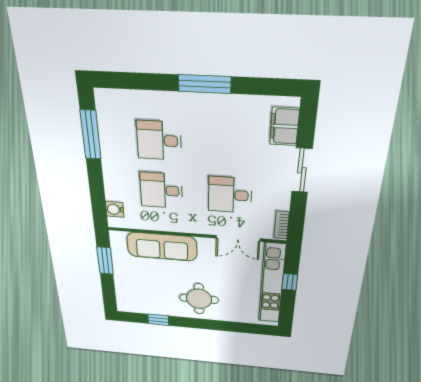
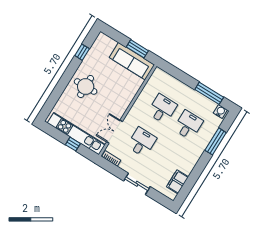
window: (205, 84) -> (216, 141), moved
filing cabinet: (284, 126) -> (177, 182), moved, turned -90
water cooler: (115, 209) -> (220, 111), moved
sofa: (162, 247) -> (132, 61), moved, turned -90

